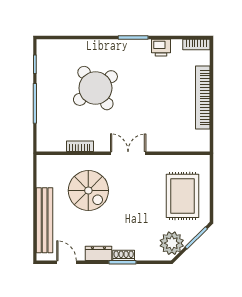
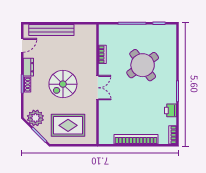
spiral stairs: (88, 191) -> (63, 84), moved

